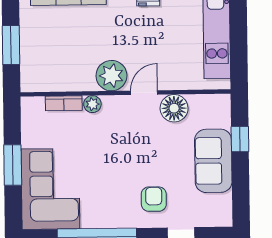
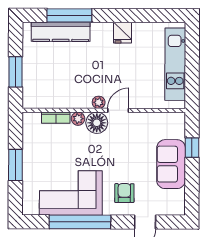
plant: (111, 76) -> (99, 102), width x0.53, depth x0.53
floor lamp: (174, 108) -> (97, 123), moved
corner sofa: (50, 189) -> (71, 193), moved, turned -90

